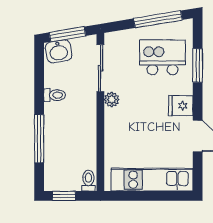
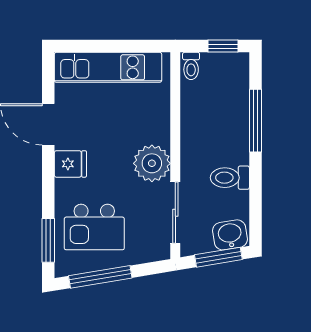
window: (198, 65) -> (48, 240), moved
toilet: (55, 95) -> (230, 178), width x1.37, depth x1.39
plant: (112, 100) -> (152, 163), width x1.88, depth x1.88

